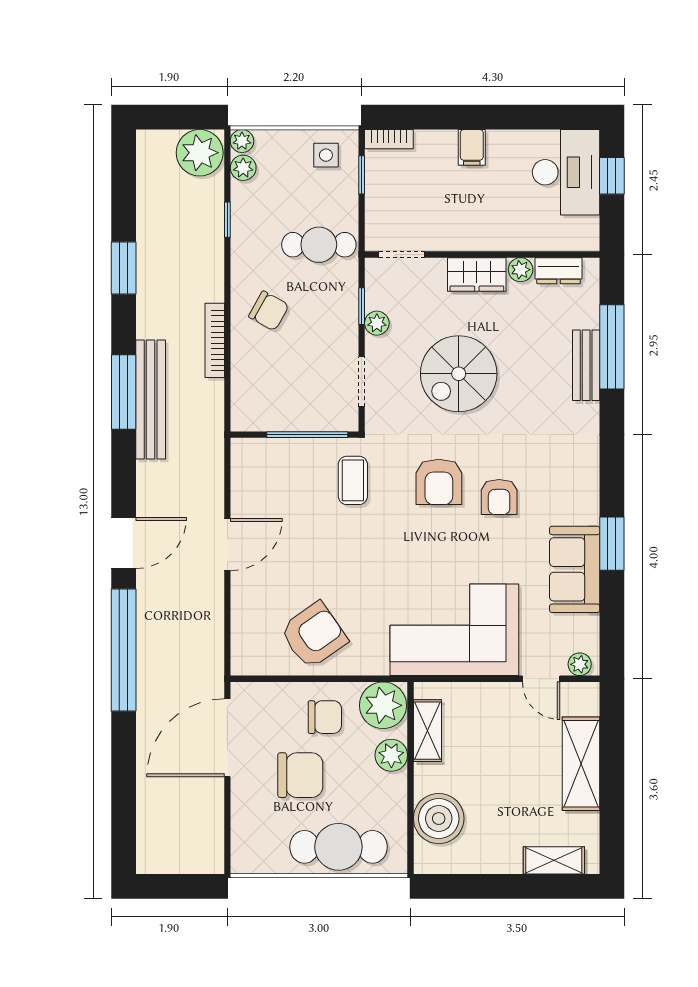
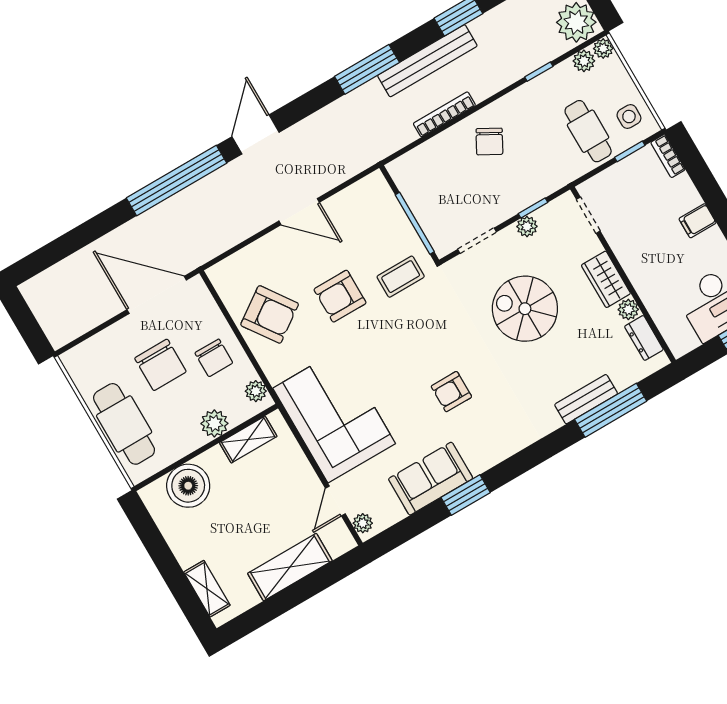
cafe table: (319, 245) -> (588, 131), moved
bench: (151, 399) -> (427, 61), moved
armchair: (439, 482) -> (340, 296), moved
door: (124, 543) -> (255, 134), swing flipped
plant: (383, 705) -> (256, 391), width x0.53, depth x0.53

